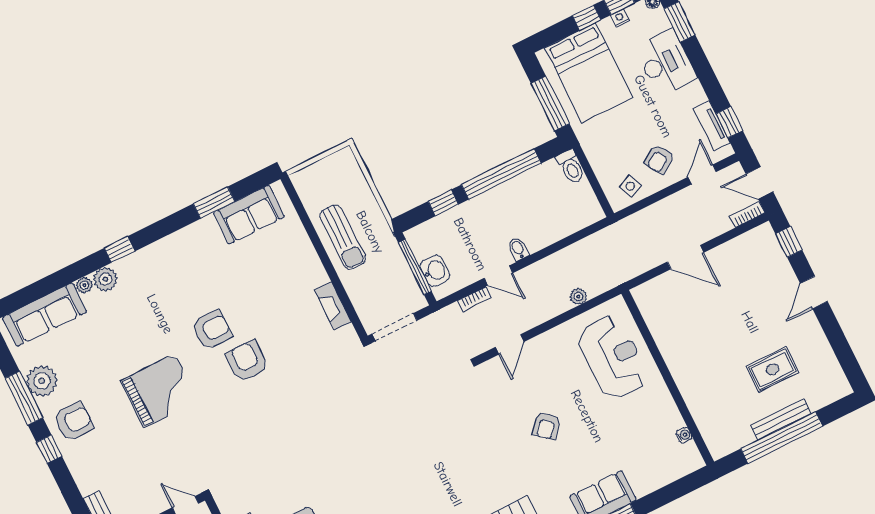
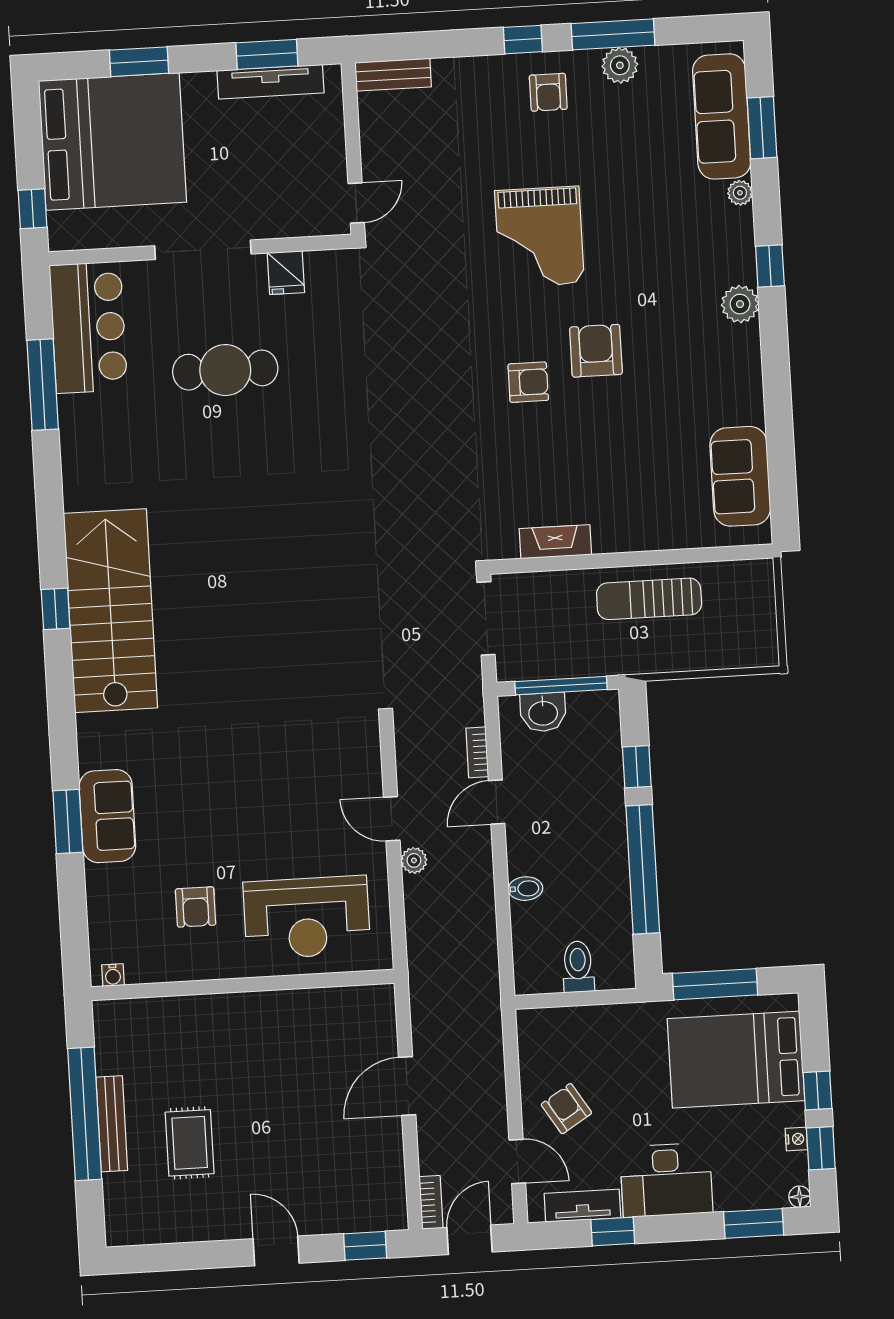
desk: (666, 63) -> (666, 1180), moved
window: (729, 122) -> (613, 1232), moved
toilet: (571, 167) -> (578, 967), moved, turned 90
side table: (630, 186) -> (545, 1050), removed
window: (214, 203) -> (762, 128), moved
bidet: (518, 249) -> (526, 889), moved
plant: (105, 279) -> (740, 304), moved
plant: (578, 296) -> (414, 860), moved
armchair: (212, 330) -> (596, 351), turned 180
door: (510, 344) -> (392, 819), moved
armchair: (247, 361) -> (528, 382), width x0.72, depth x0.72
plant: (42, 381) -> (620, 65), width x0.73, depth x0.73
armchair: (73, 421) -> (548, 92), width x0.72, depth x0.72
armchair: (546, 426) -> (196, 907), moved, turned -130
water cooler: (684, 435) -> (113, 975), moved

